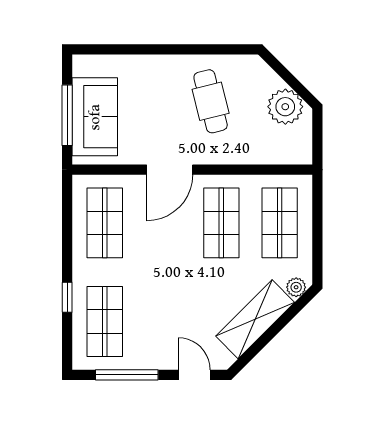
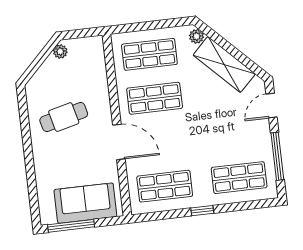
plant: (285, 107) -> (60, 51), width x0.53, depth x0.53
window: (67, 115) -> (71, 226), moved
window: (67, 297) -> (202, 211), moved

